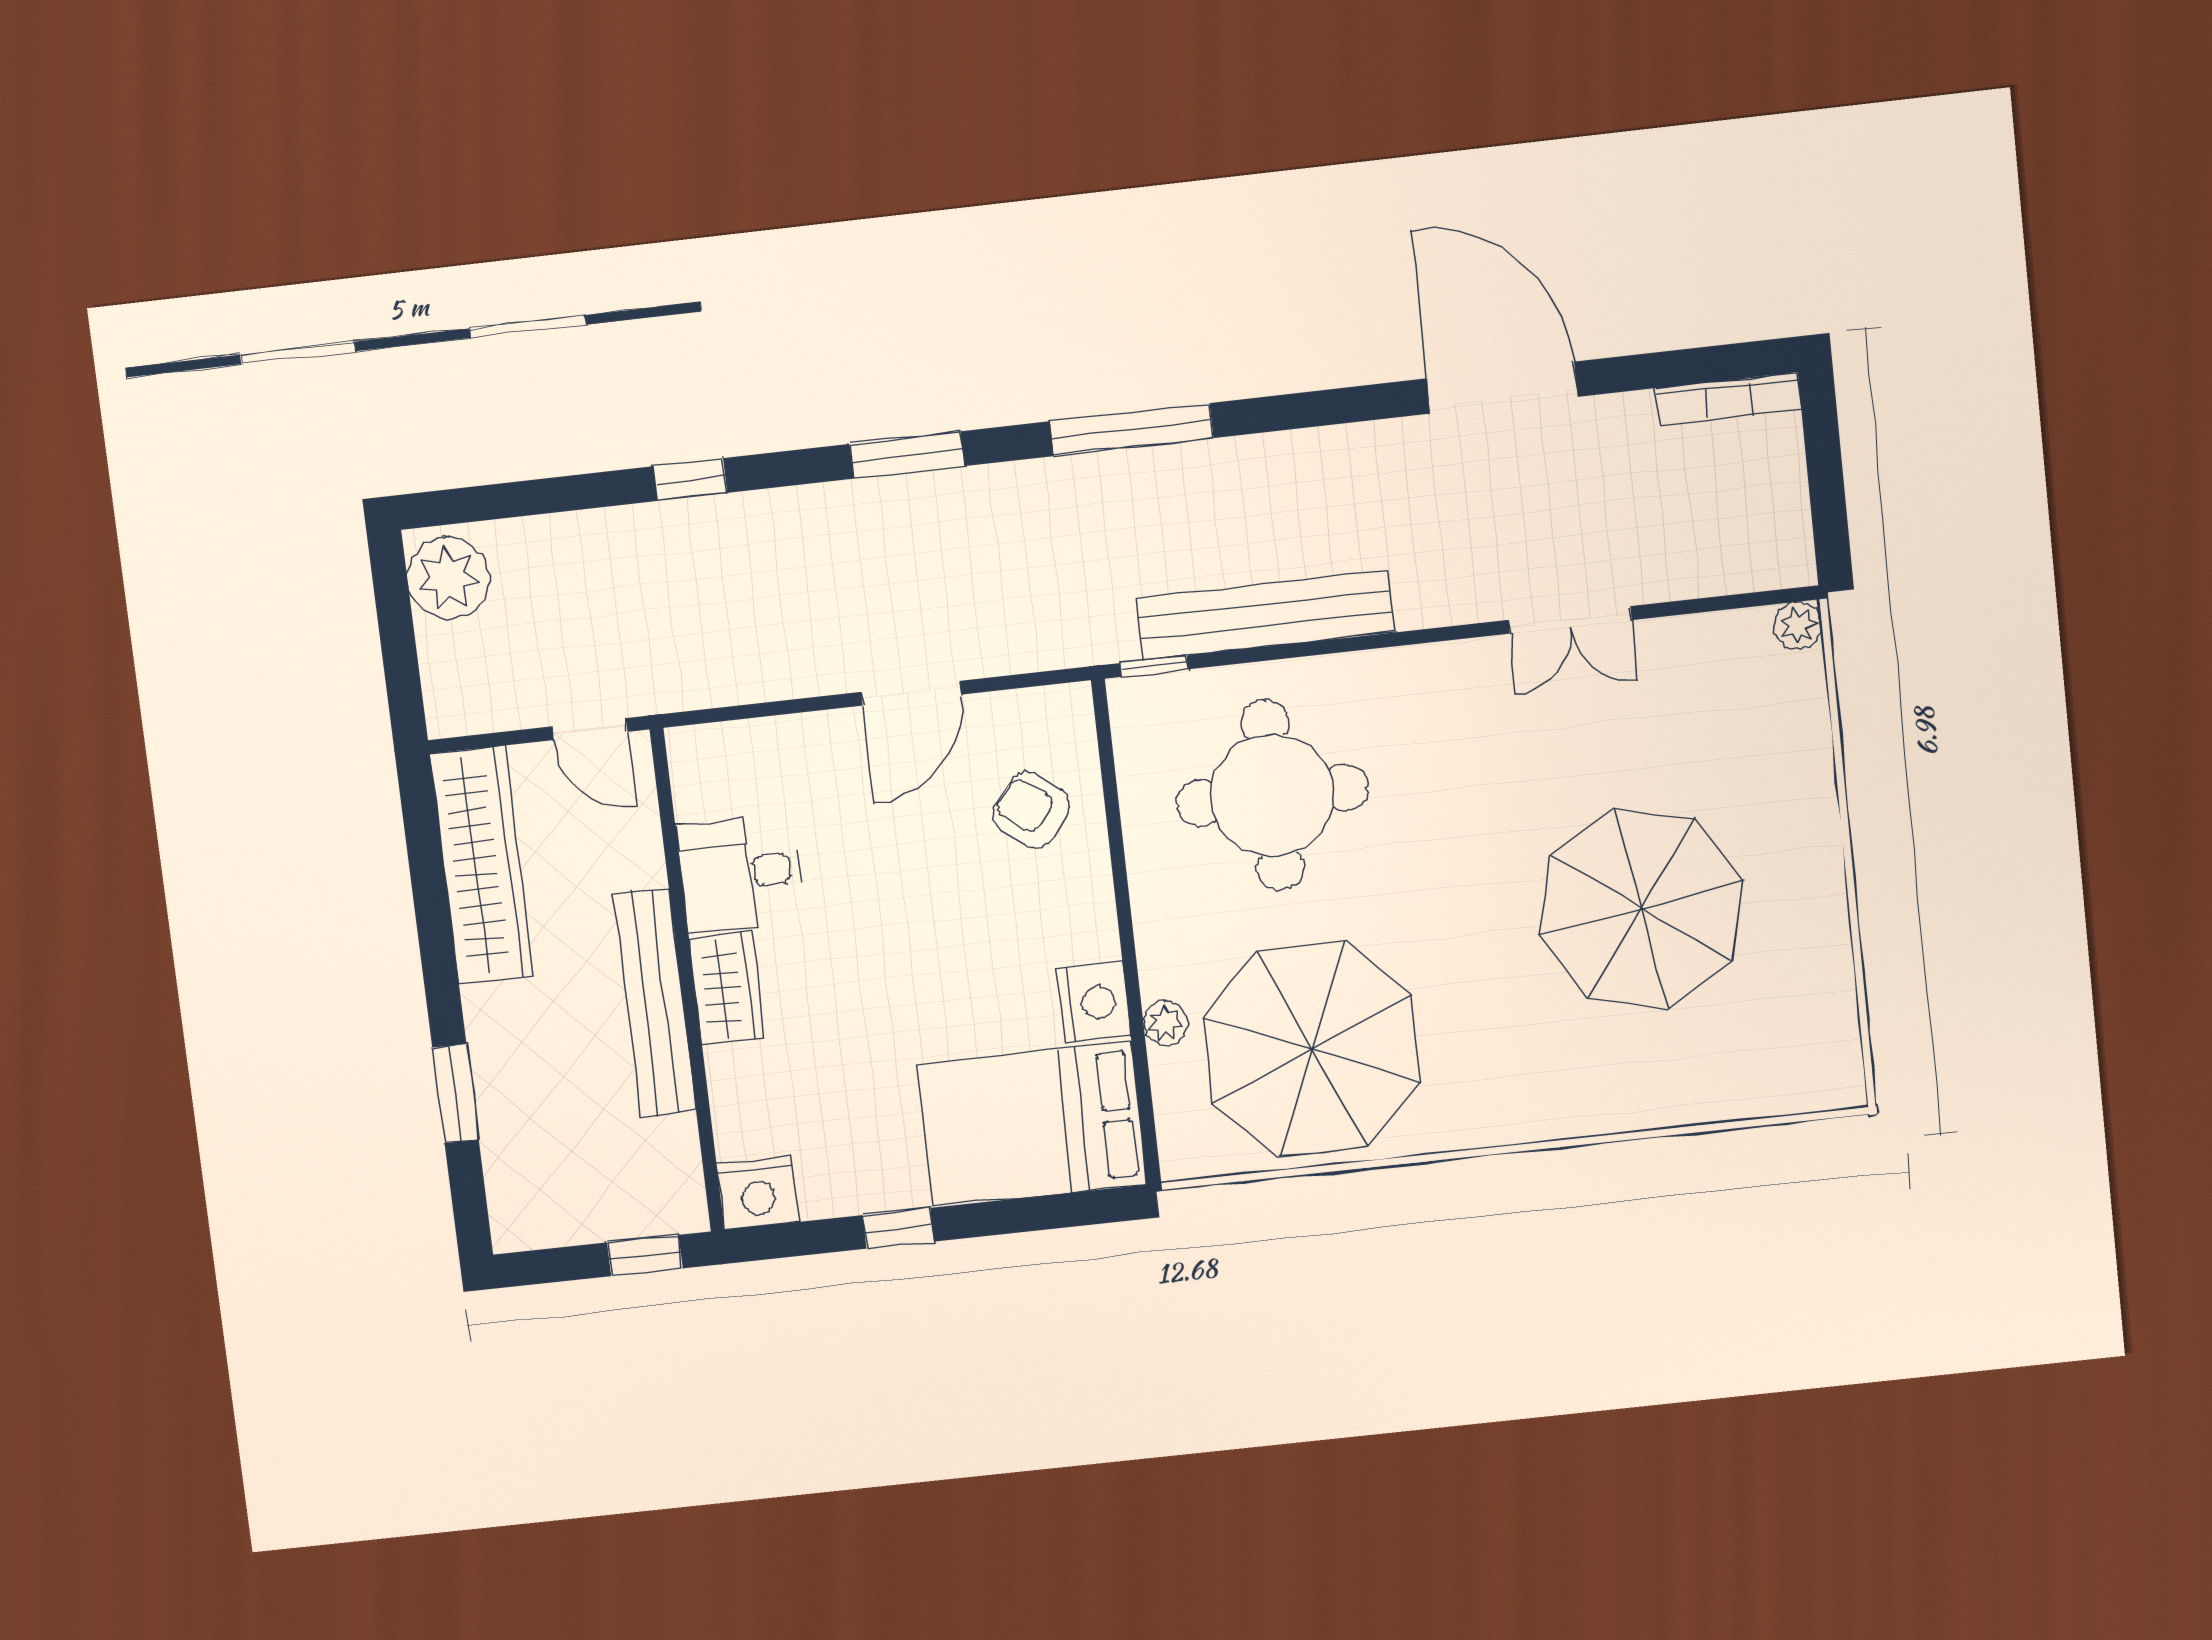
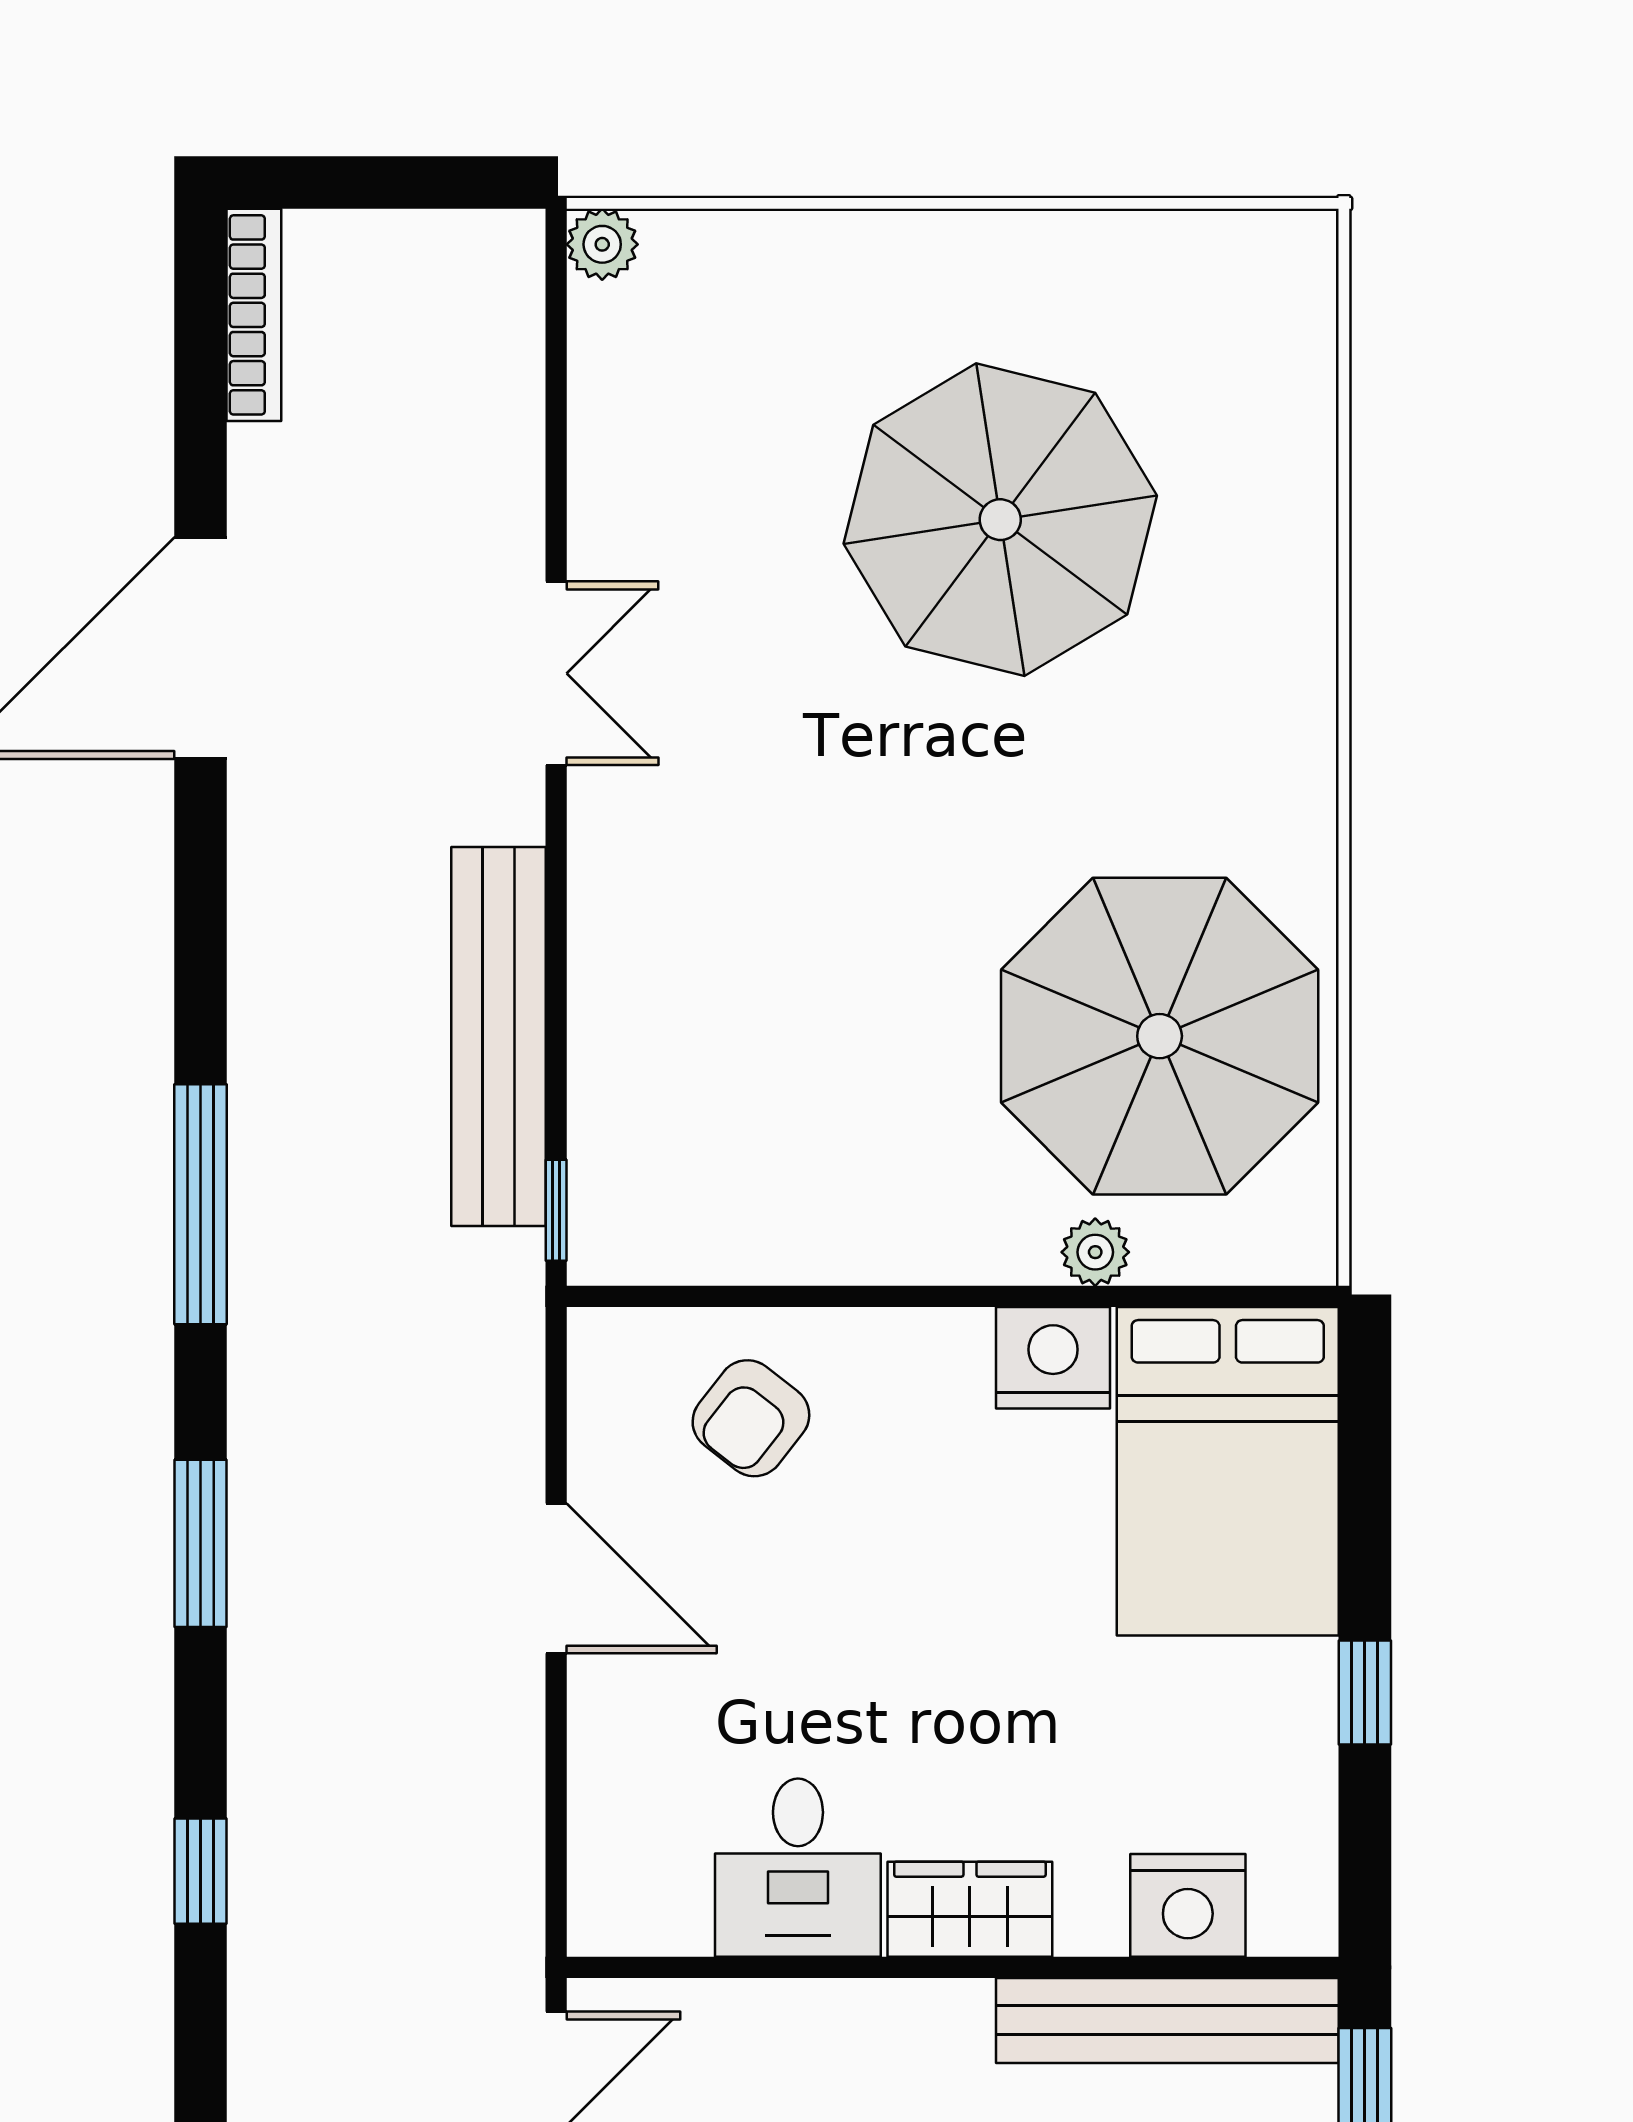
double door: (1570, 620) -> (556, 673), moved
round table: (1273, 795) -> (769, 1054), removed
bench: (655, 1003) -> (1167, 2020), moved
nightstand: (758, 1193) -> (1188, 1905), moved, turned 90

